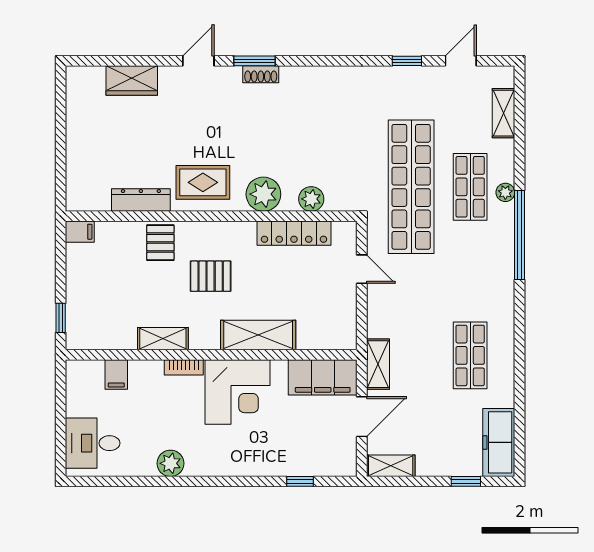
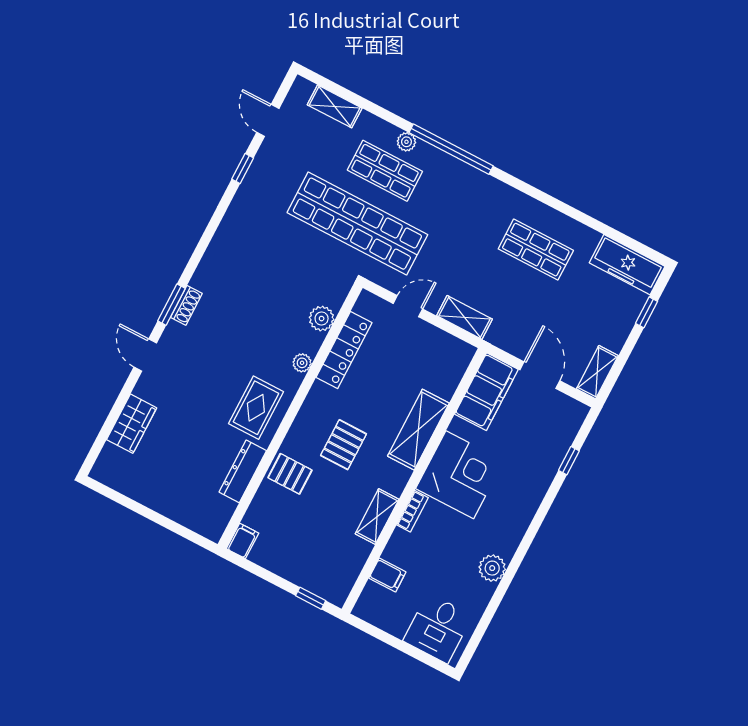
plant: (263, 194) -> (302, 363), width x0.53, depth x0.53
shelving: (378, 364) -> (464, 317), moved

